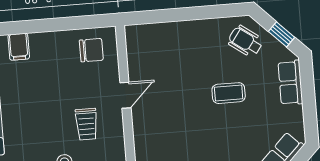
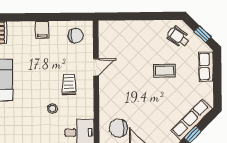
filing cabinet: (19, 47) -> (42, 30), moved
trolley: (86, 124) -> (69, 85), turned 180

